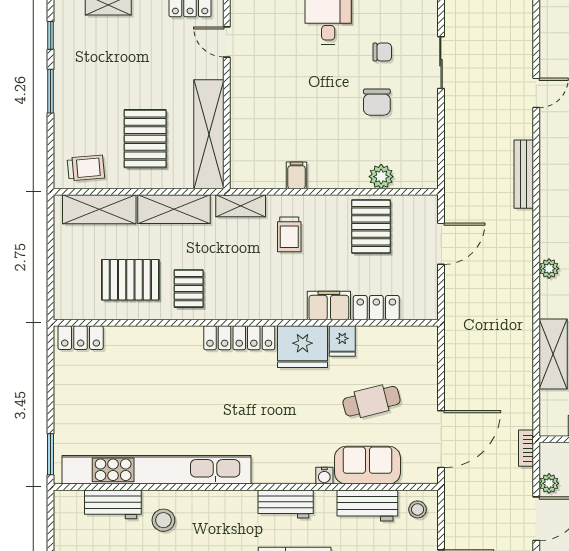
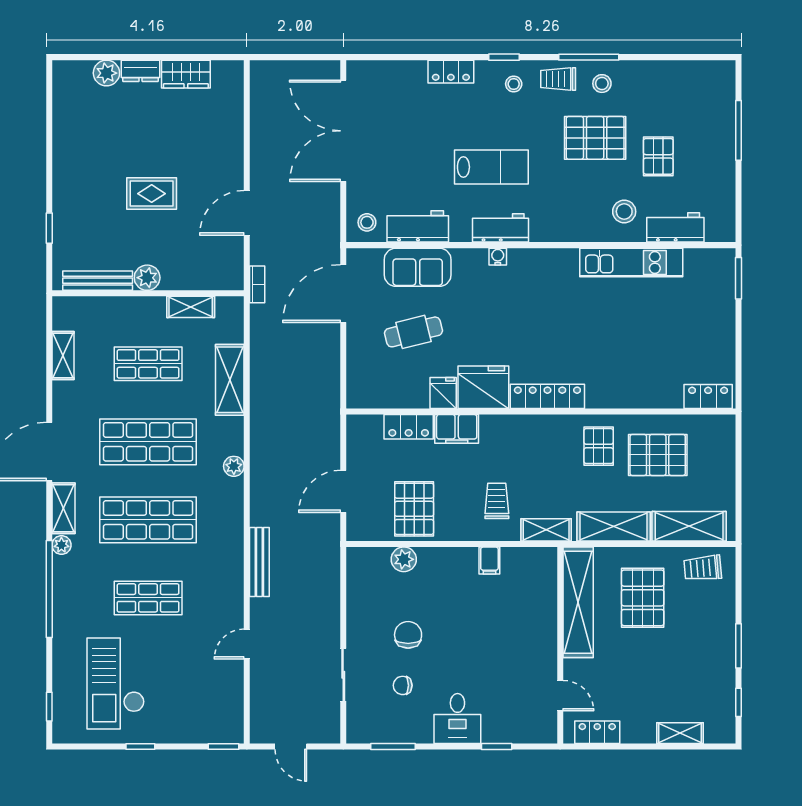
kitchen unit: (157, 470) -> (631, 263), width x0.54
water cooler: (324, 476) -> (498, 257), moved
plant: (549, 483) -> (234, 249), removed

